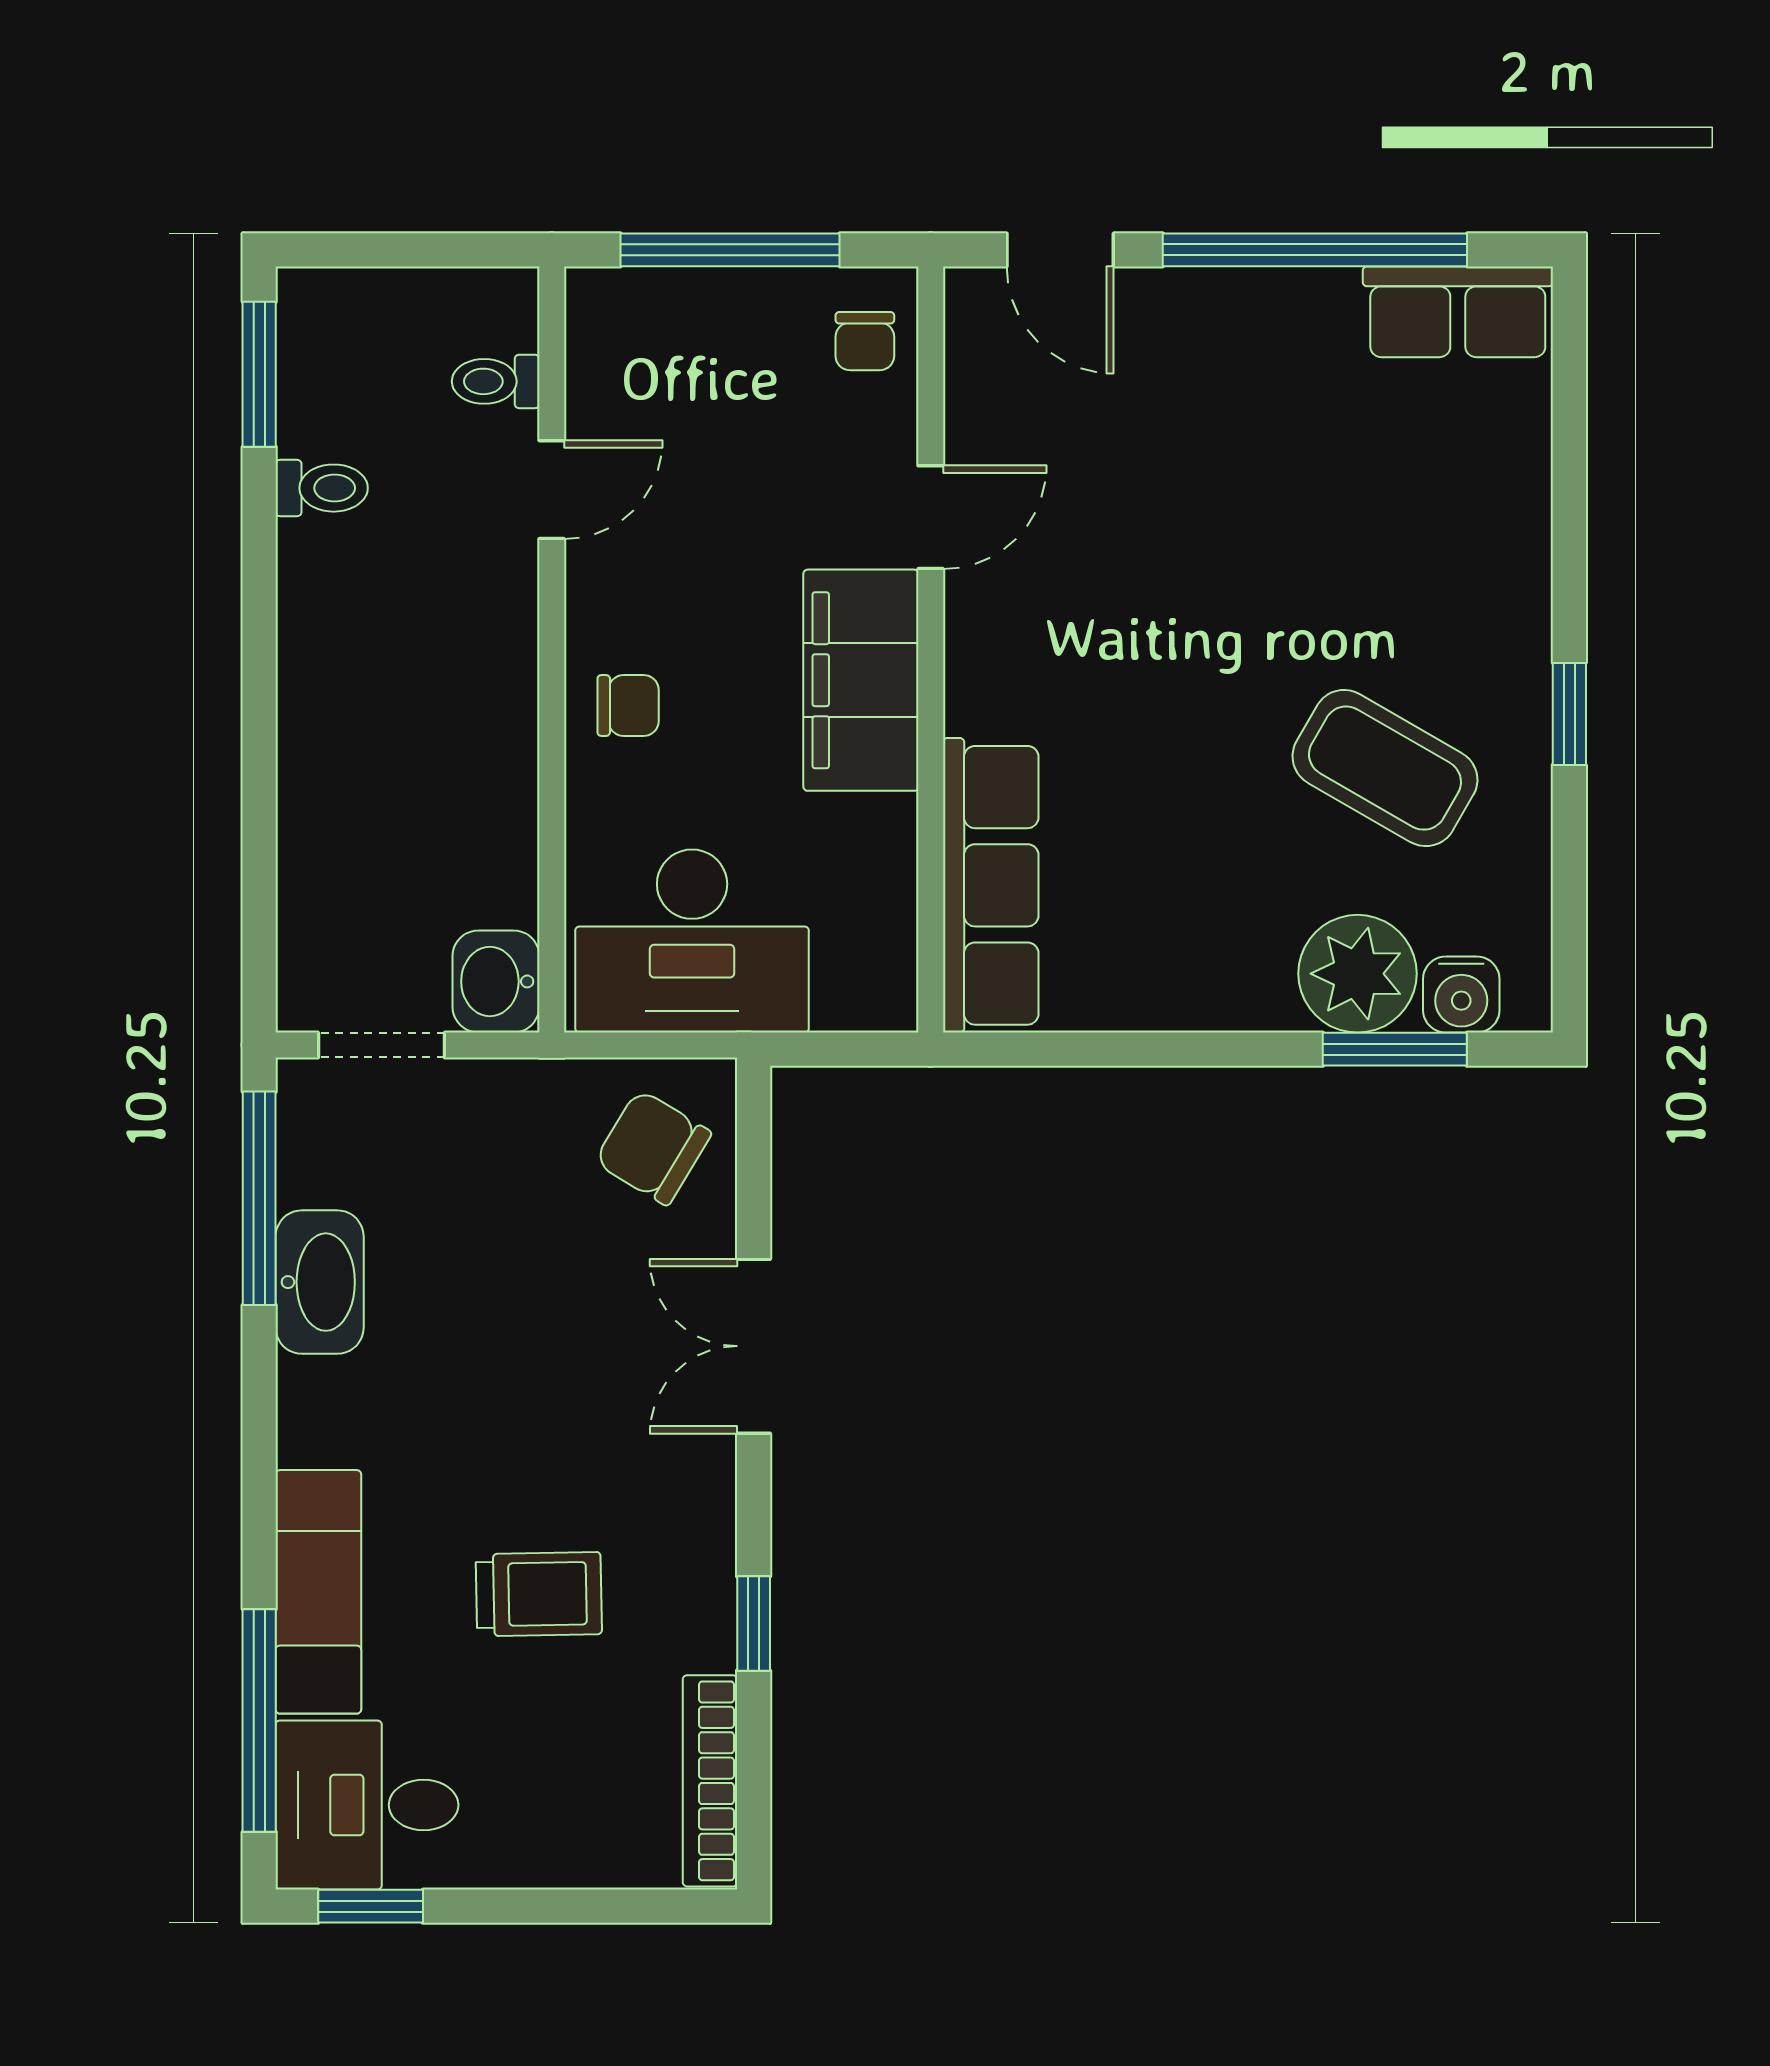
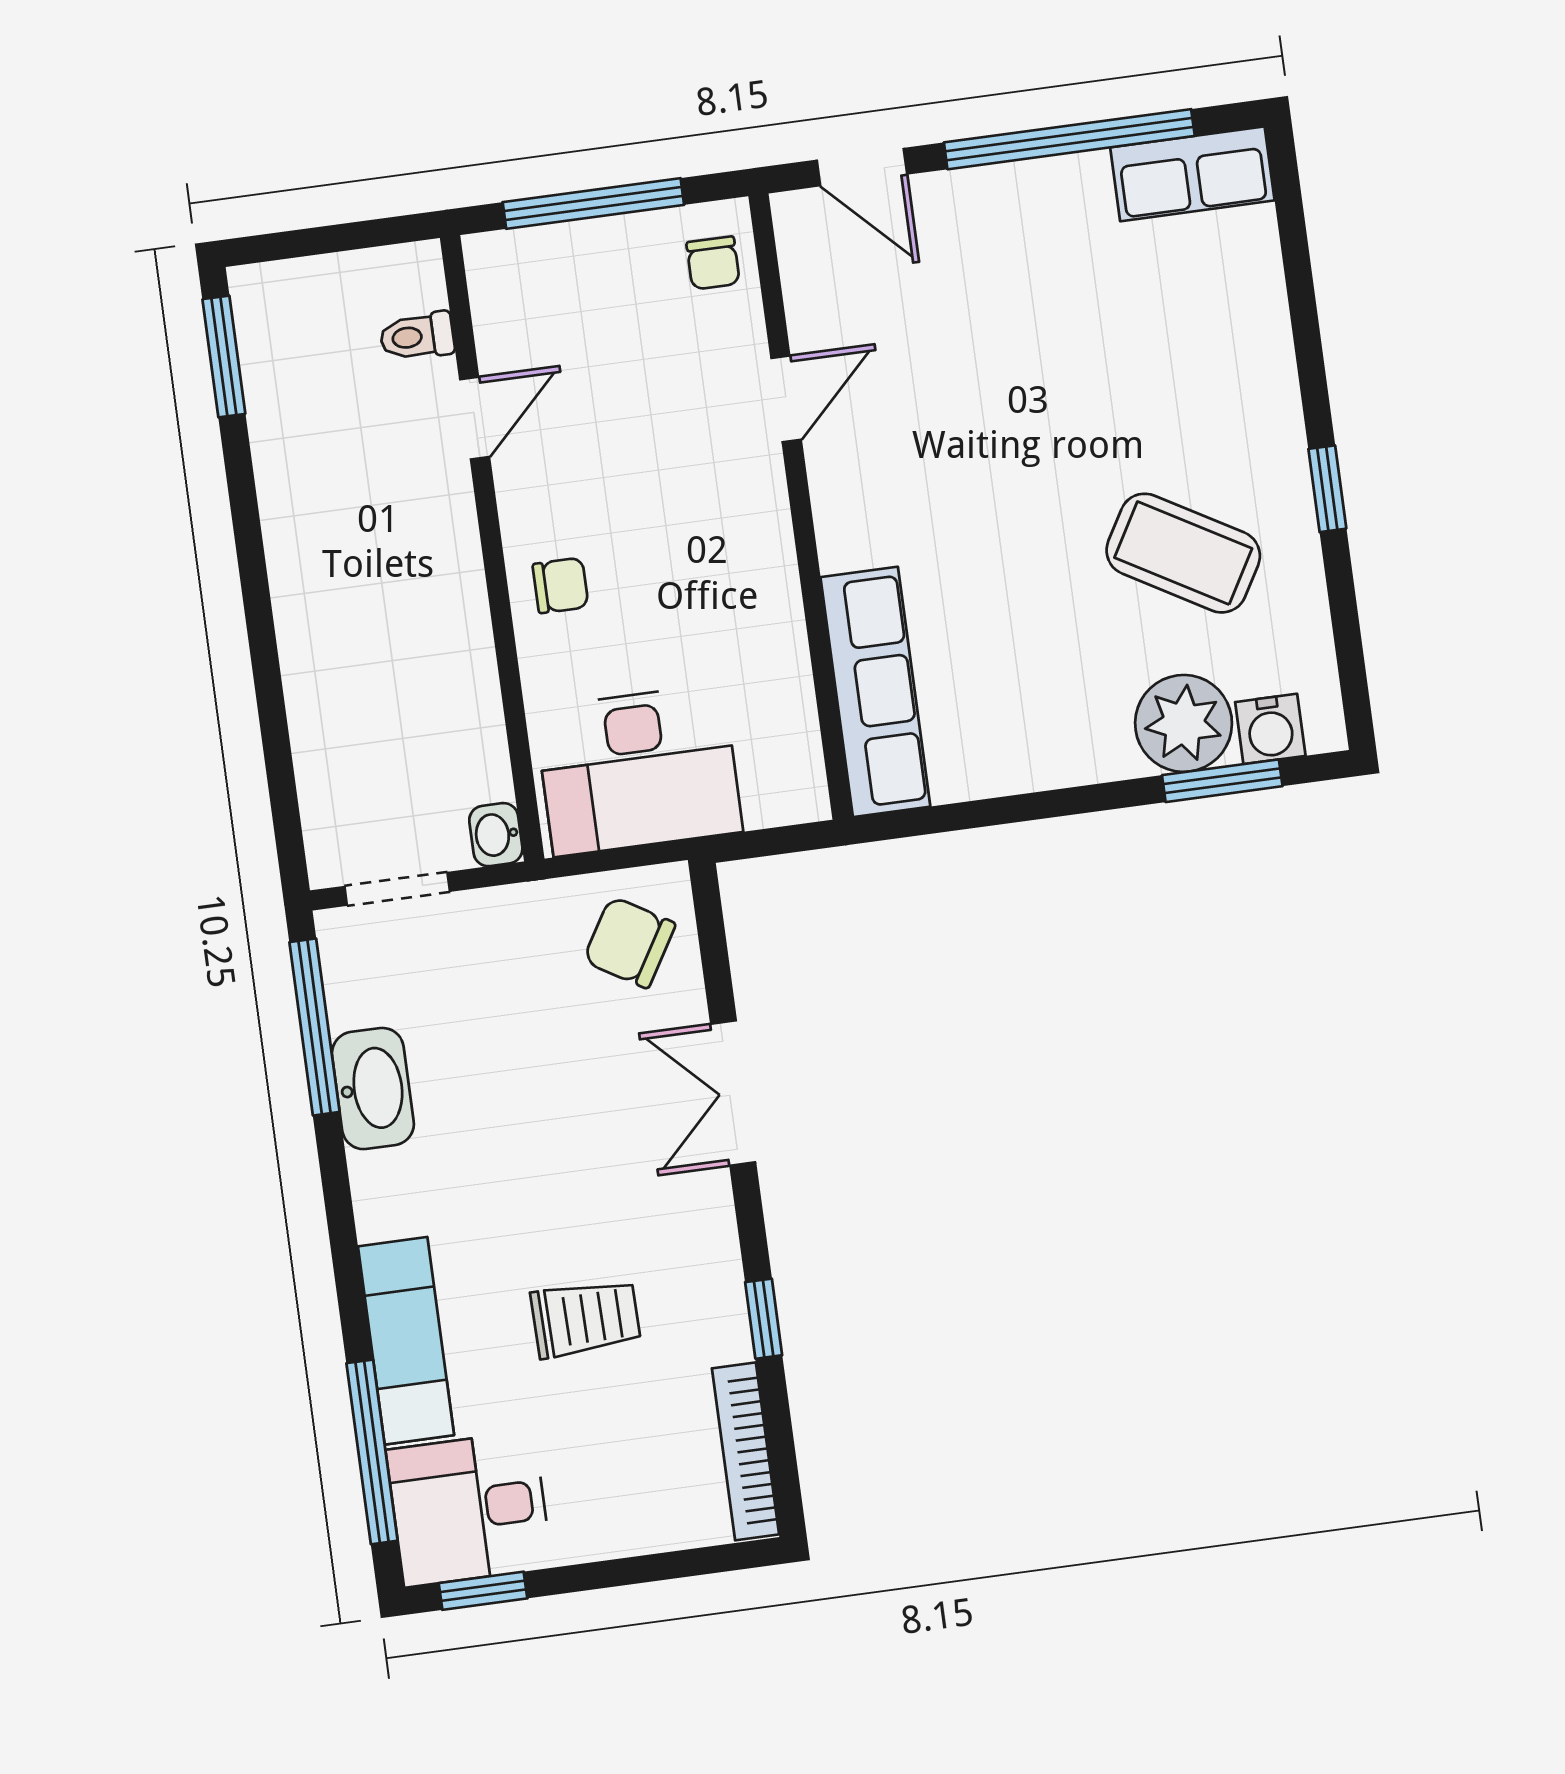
toilet: (322, 488) -> (287, 442), removed
filing cabinet: (861, 680) -> (747, 539), removed
washbasin: (496, 981) -> (496, 835), width x0.72, depth x0.69

